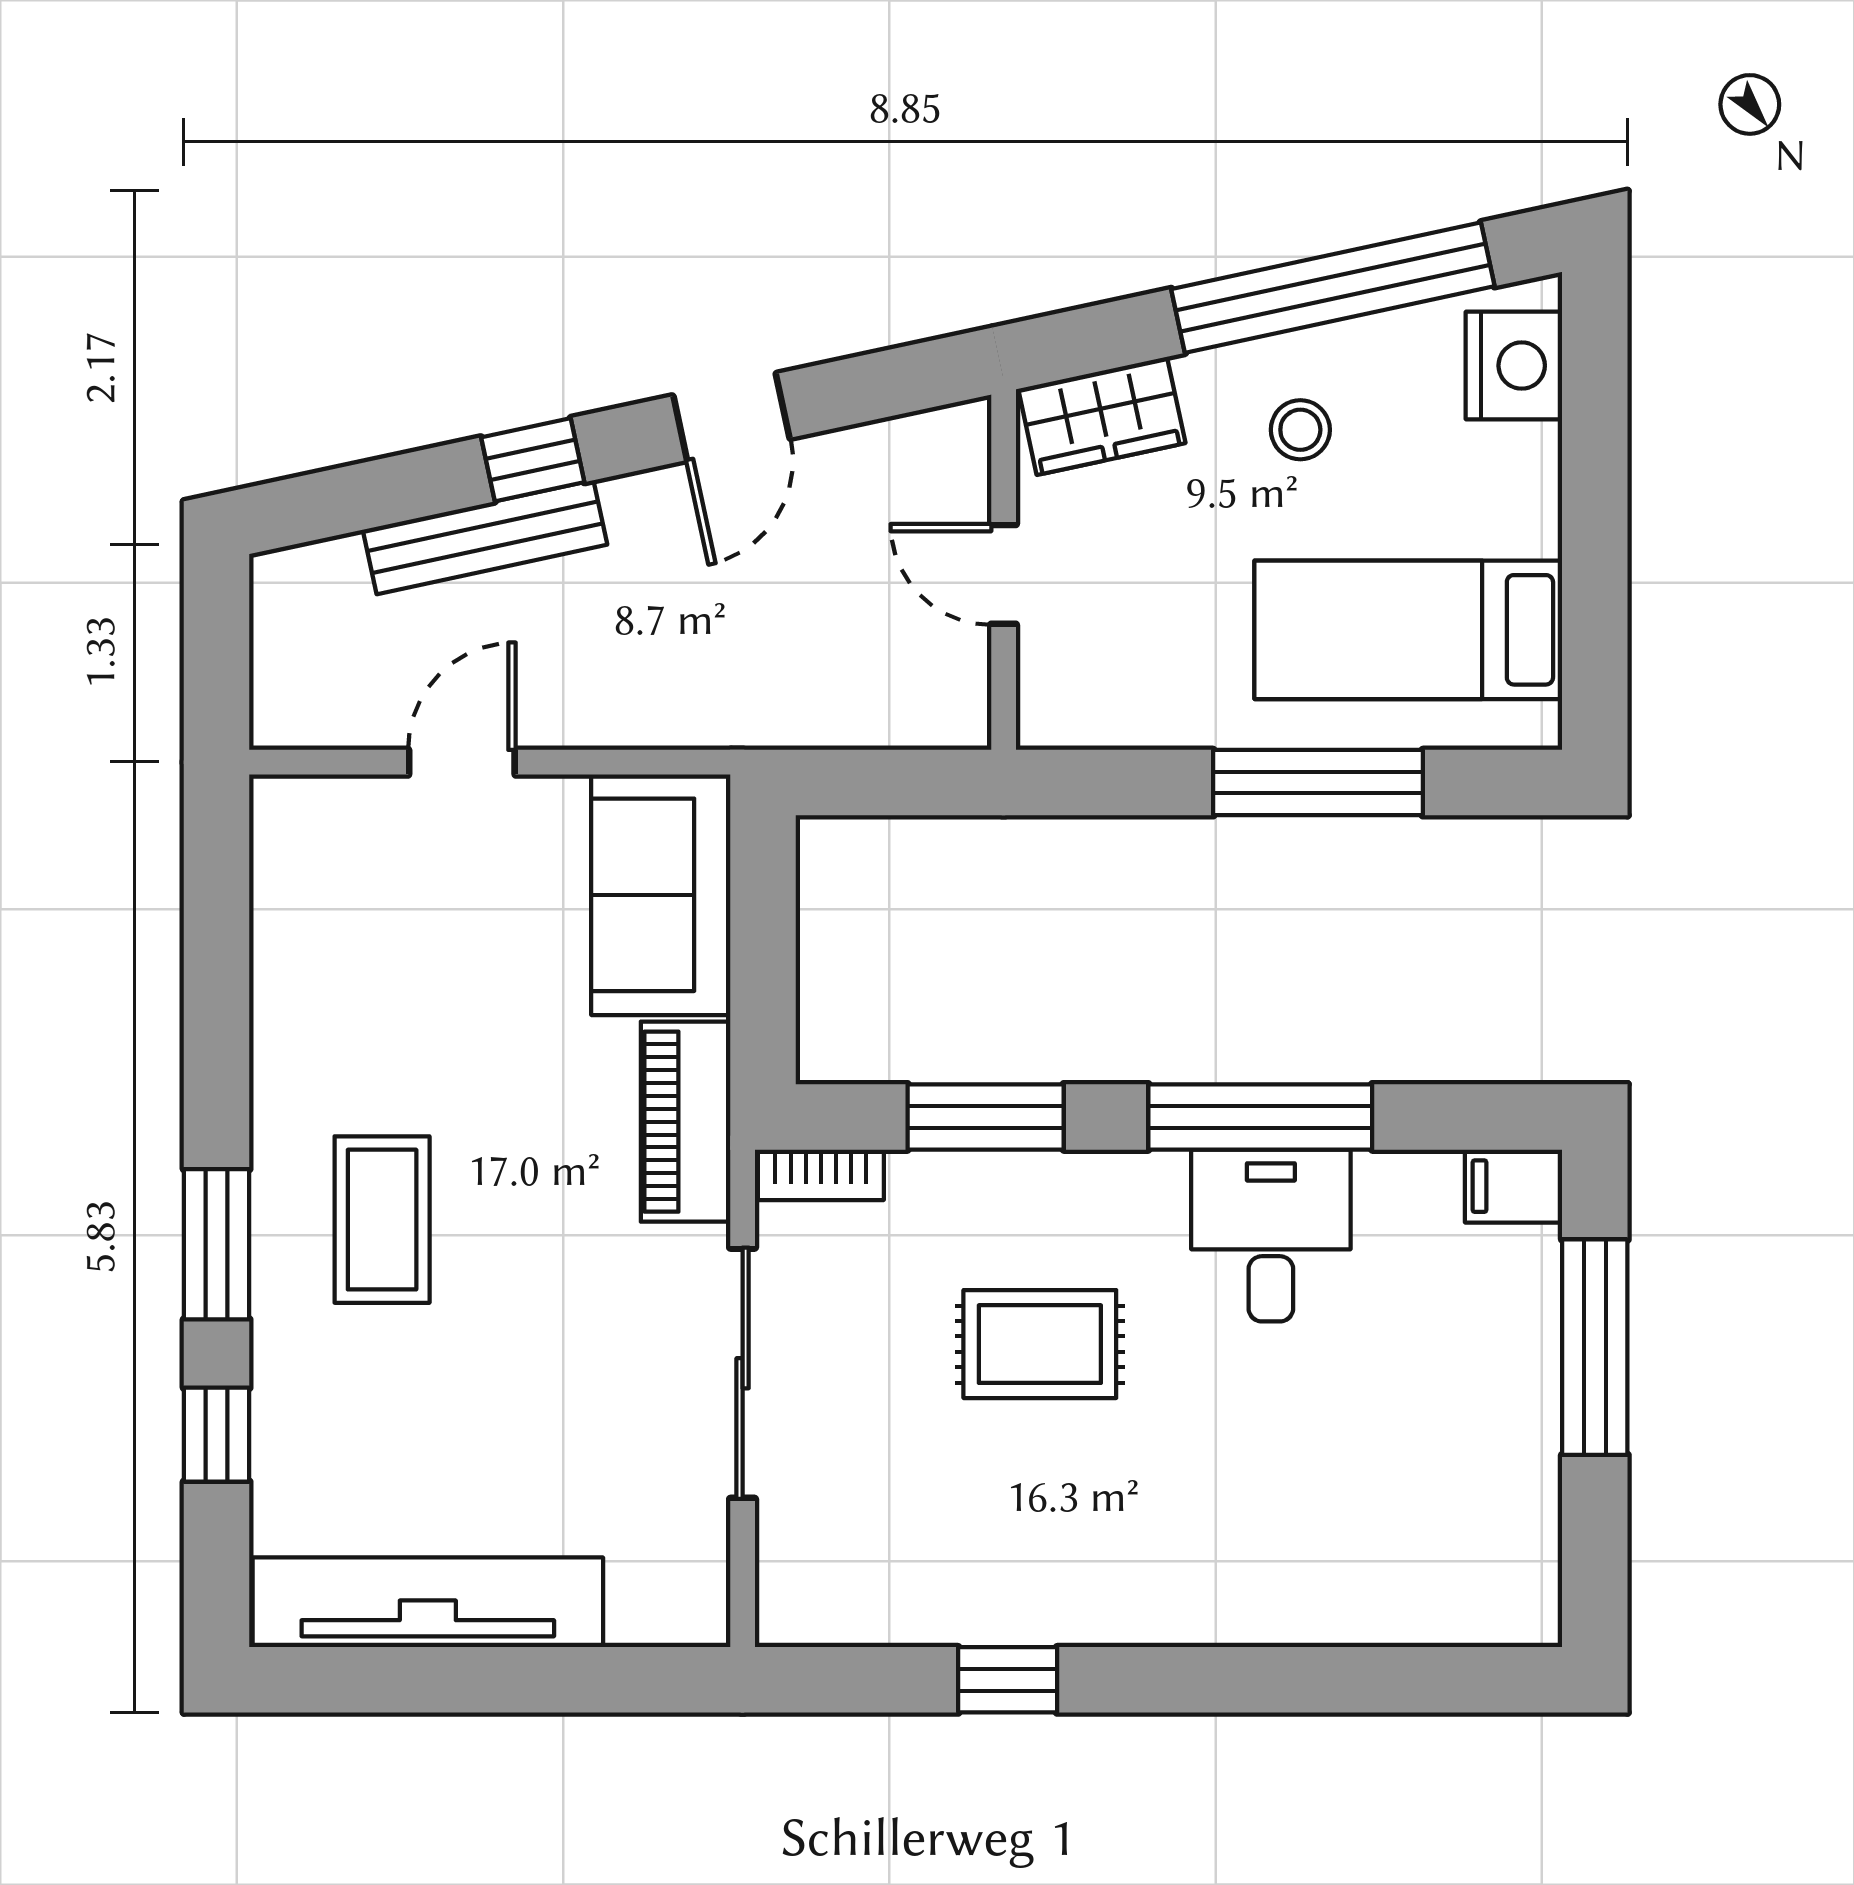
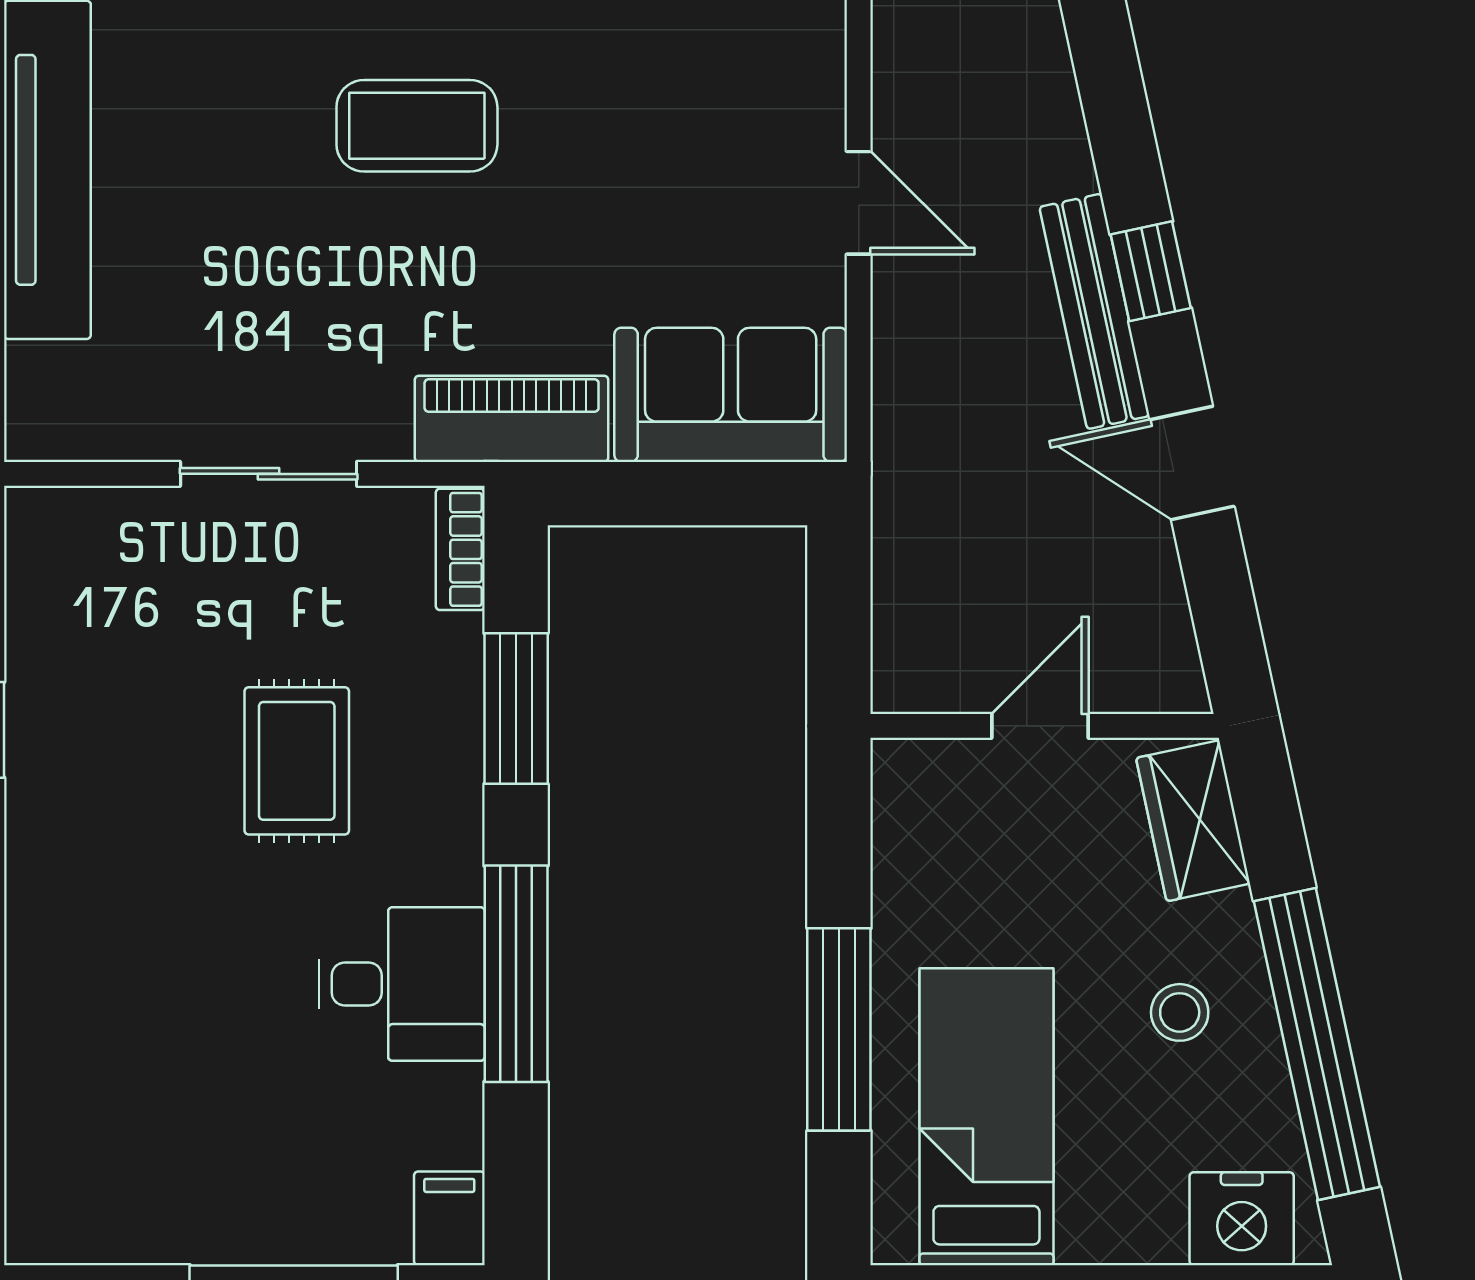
bench: (485, 537) -> (1094, 311), moved
sliding door: (743, 1373) -> (269, 474), width x0.73

